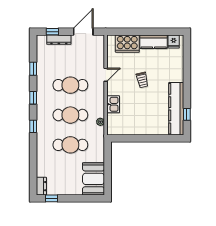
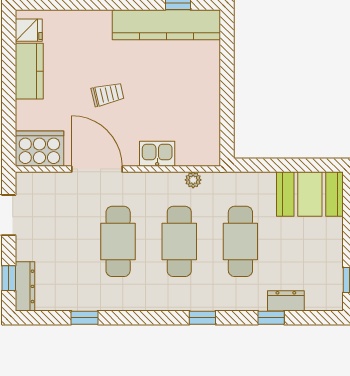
dresser: (59, 40) -> (25, 286), moved
cooker: (127, 44) -> (39, 149), moved, turned -90
door: (106, 75) -> (97, 169), width x1.87
window: (33, 98) -> (271, 318), moved
dresser: (41, 186) -> (286, 301), moved

